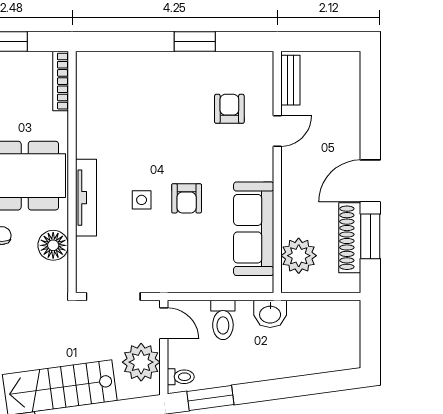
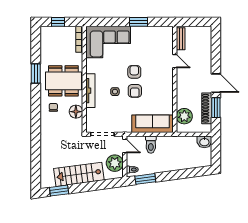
corner sofa: (126, 87) -> (108, 42), added
armchair: (229, 109) -> (134, 72), moved
door: (277, 131) -> (175, 61), hinge flipped
door: (370, 181) -> (216, 83), swing flipped
sofa: (254, 229) -> (152, 124), moved, turned 90
washbasin: (270, 314) -> (204, 142), moved

